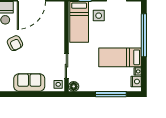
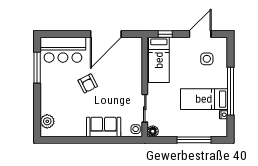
side table: (99, 16) -> (207, 59), moved
window: (144, 35) -> (230, 91), moved
nightstand: (136, 81) -> (222, 126), removed

